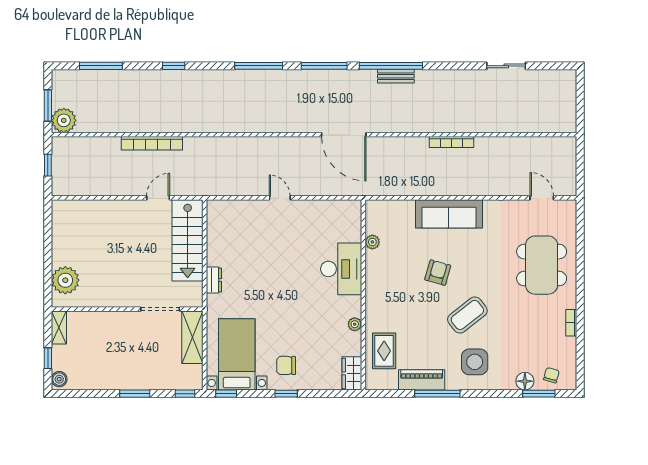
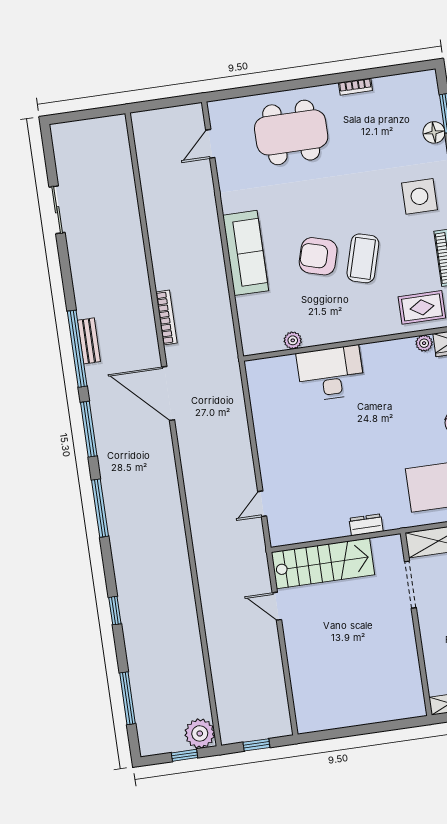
window: (48, 105) -> (184, 755), width x0.67
door: (344, 135) -> (168, 393), swing flipped
bookcase: (451, 142) -> (166, 317), moved
bookcase: (152, 143) -> (212, 623), removed
door: (280, 198) -> (262, 504), moved
armchair: (438, 273) -> (318, 256), width x1.38, depth x1.38
plant: (65, 280) -> (392, 704), removed
coffee table: (467, 315) -> (363, 258), moved, turned 54
plant: (355, 324) -> (424, 343), moved
chair: (551, 375) -> (422, 101), removed

